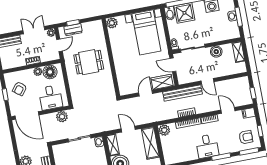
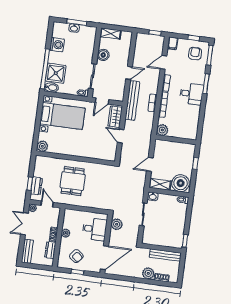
dresser: (17, 62) -> (50, 250), added
floor lamp: (50, 72) -> (70, 222), removed
shelving: (150, 143) -> (170, 147), removed

